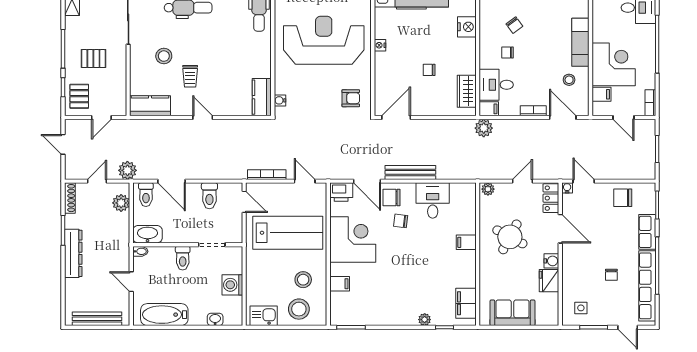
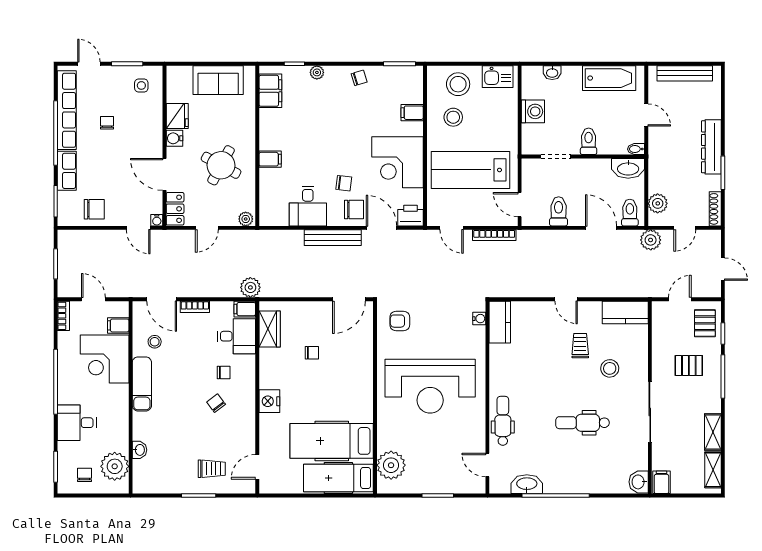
nightstand: (380, 45) -> (367, 381), removed
chair: (387, 315) -> (359, 78), added

